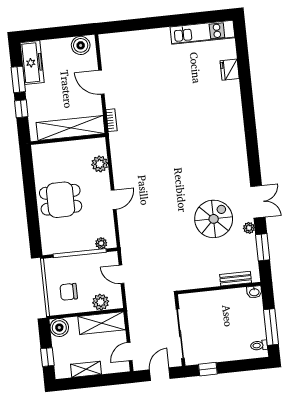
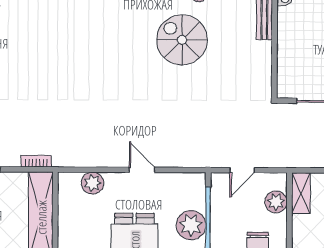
plant: (101, 243) -> (191, 225), moved, width x1.88, depth x1.88
shelving: (102, 323) -> (301, 193), width x0.67, depth x0.75

